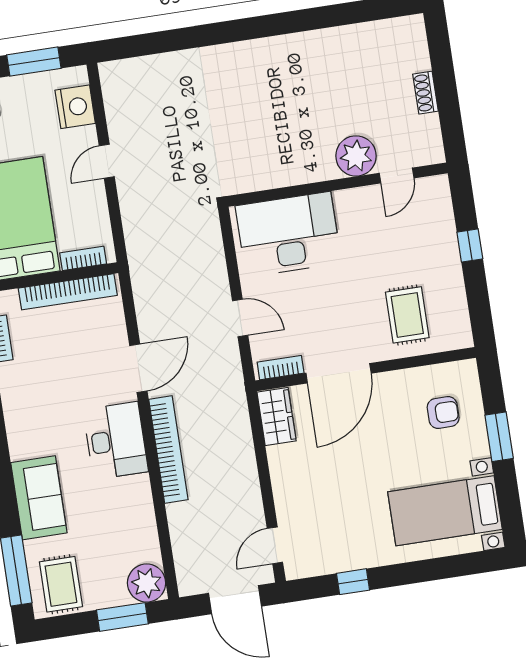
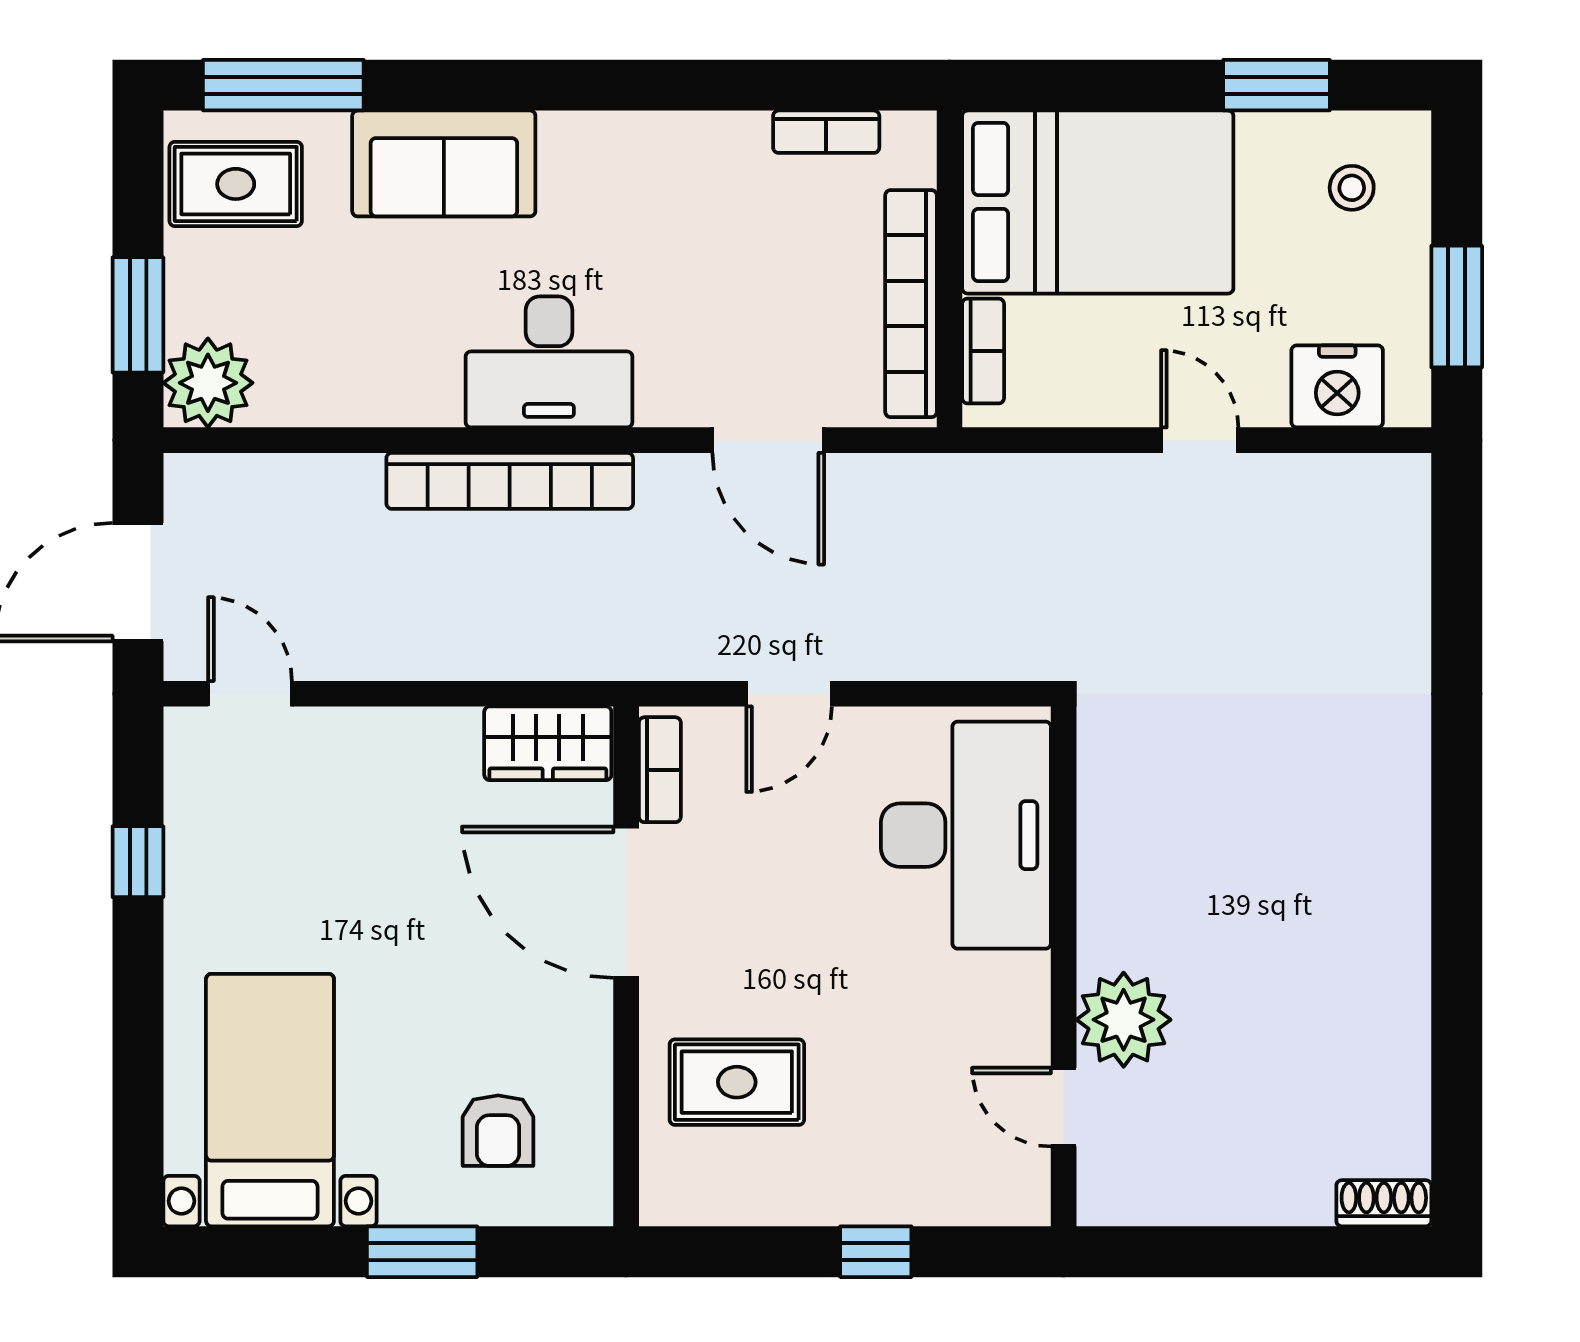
shoe rack: (425, 93) -> (1384, 1203), moved
door: (138, 368) -> (768, 440), moved

